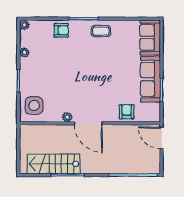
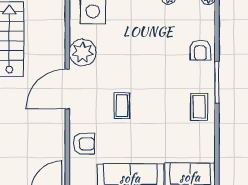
coffee table: (100, 85) -> (122, 106), added
plant: (67, 117) -> (83, 52), width x1.87, depth x1.87

